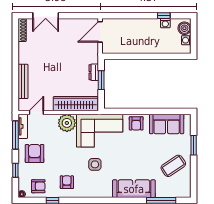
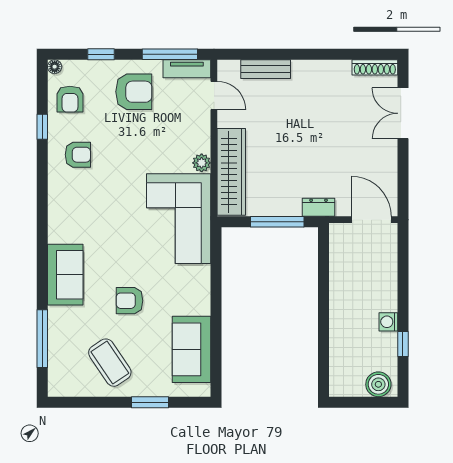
washing machine: (165, 23) -> (388, 322), moved
washing machine: (186, 40) -> (355, 388), removed
dresser: (94, 72) -> (319, 207), moved
window: (101, 80) -> (277, 222), width x1.44
bench: (23, 81) -> (266, 69), width x0.73
plant: (67, 123) -> (202, 163), width x0.53, depth x0.53
armchair: (136, 123) -> (129, 301), moved
side table: (95, 164) -> (113, 209), removed
sofa: (134, 189) -> (65, 275), width x0.73

